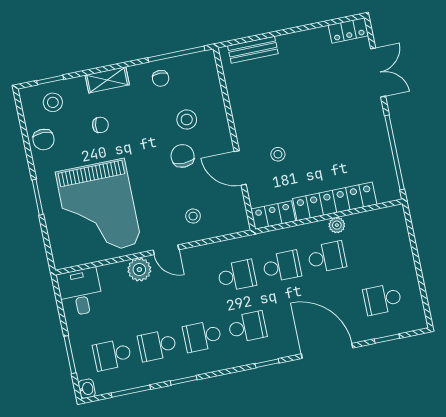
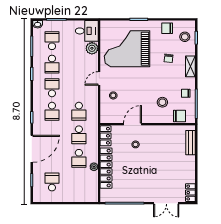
chair: (183, 156) -> (179, 116), moved
plant: (139, 270) -> (92, 48), moved
school desk: (157, 345) -> (52, 64), turned 180

